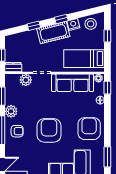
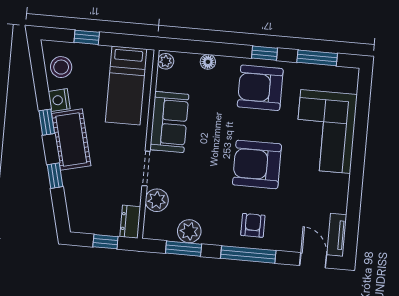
sofa: (73, 83) -> (169, 122), width x0.73
window: (107, 88) -> (264, 53), moved
plant: (11, 111) -> (189, 231), moved

